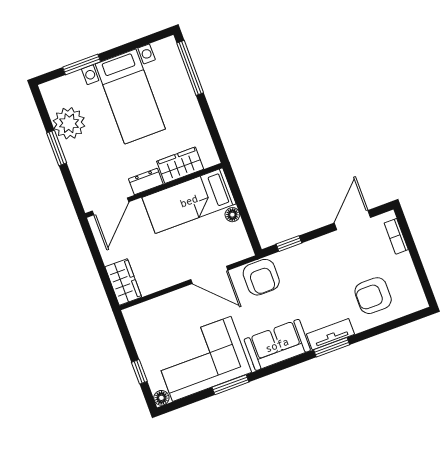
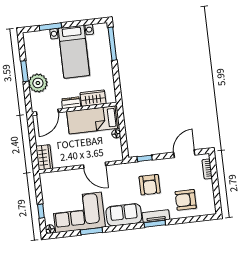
plant: (69, 123) -> (38, 83), moved
armchair: (261, 277) -> (150, 185), moved

